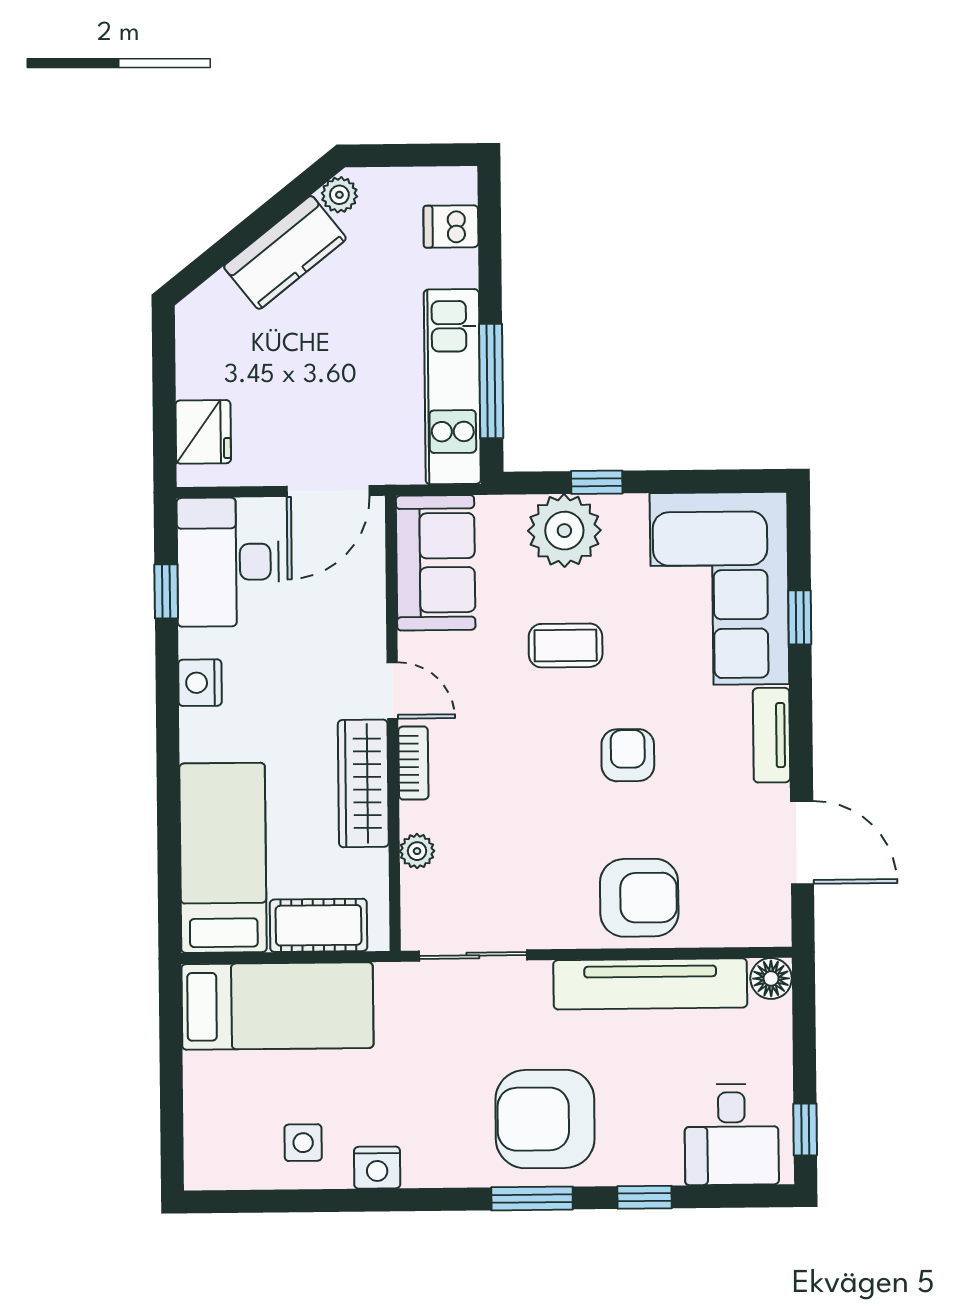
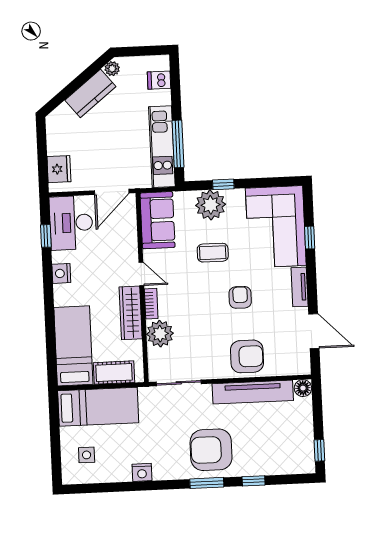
plant: (417, 851) -> (160, 334), width x1.88, depth x1.88
desk: (732, 1135) -> (289, 454), removed
side table: (303, 1143) -> (87, 455), moved

